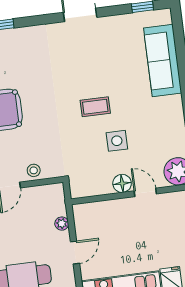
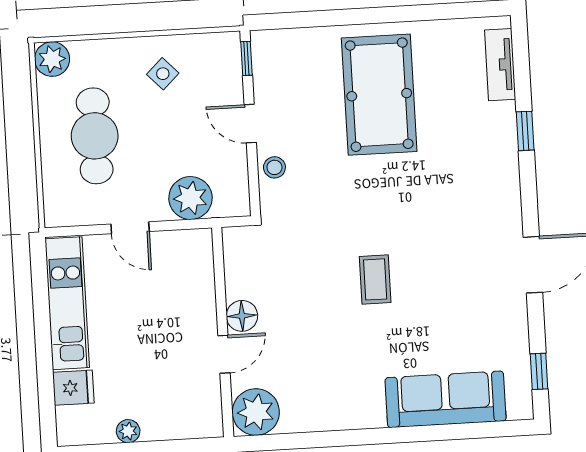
side table: (117, 141) -> (315, 312), removed
plant: (62, 224) -> (190, 198), width x1.87, depth x1.87

